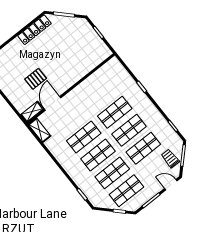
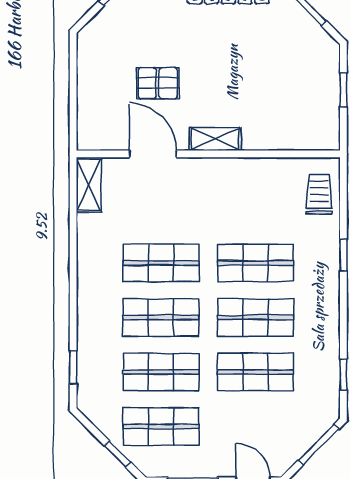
door: (53, 103) -> (153, 154), hinge flipped
shelving: (32, 112) -> (215, 139), moved
trolley: (170, 158) -> (319, 194), moved

